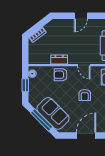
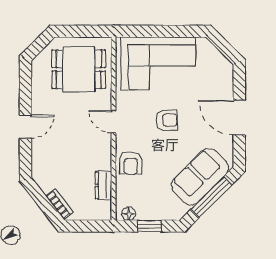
door: (81, 16) -> (25, 127), hinge flipped
dresser: (59, 59) -> (103, 185), moved
door: (84, 65) -> (114, 122), swing flipped

